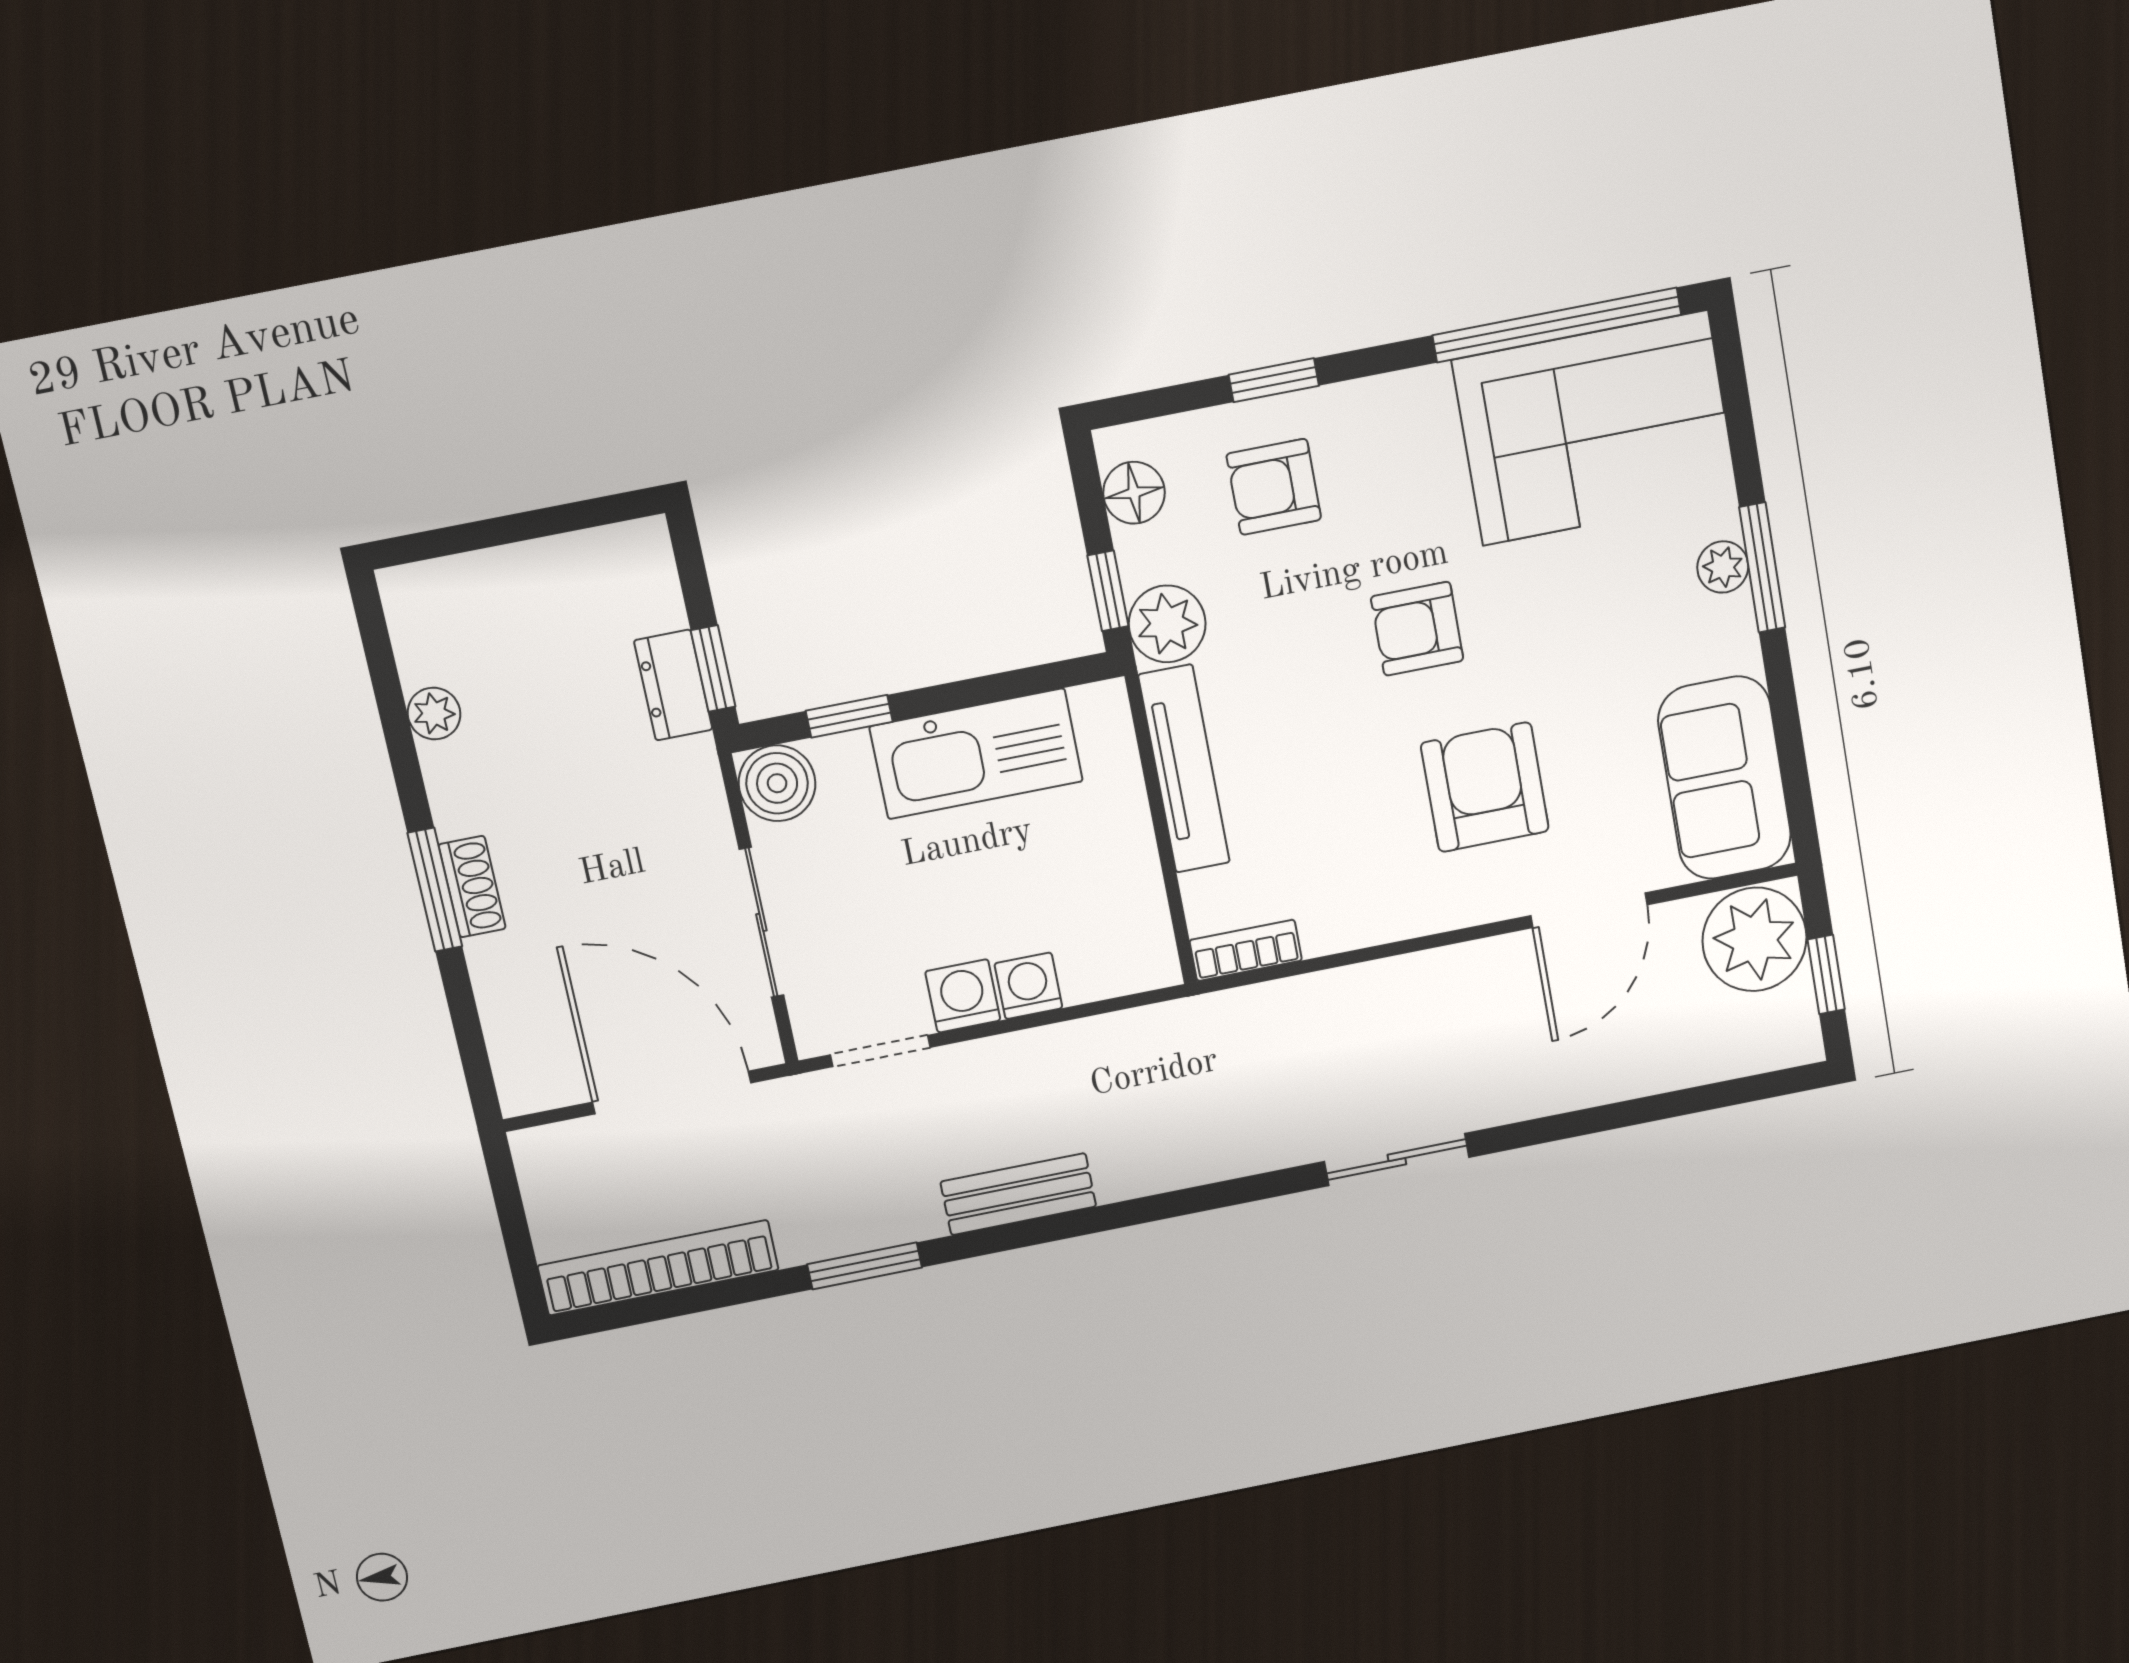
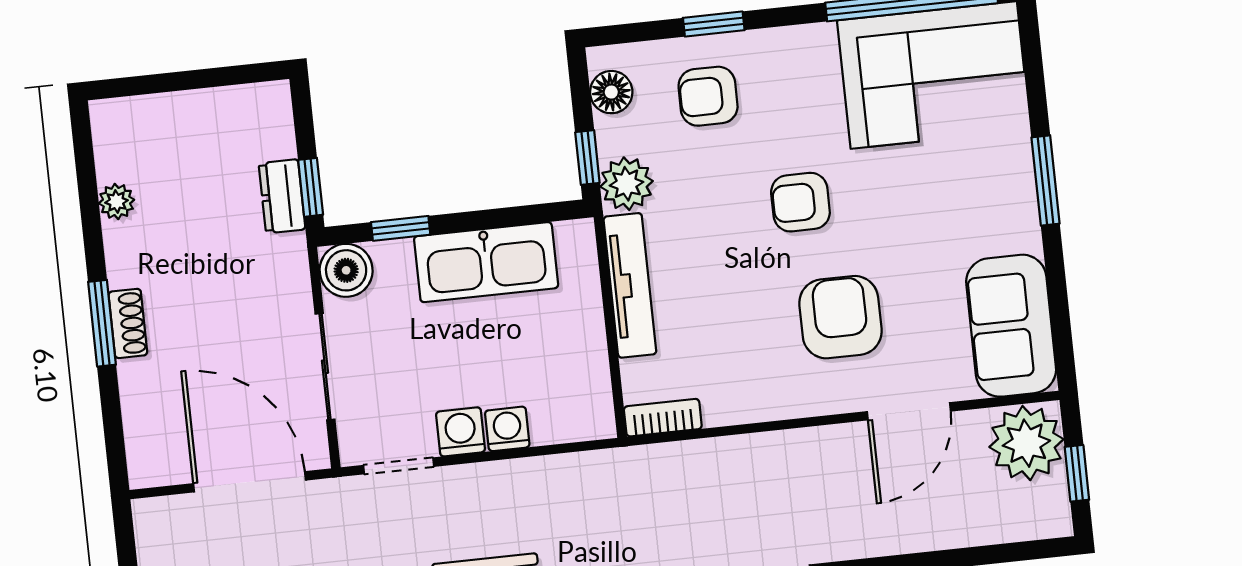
plant: (1723, 567) -> (1018, 178), removed

